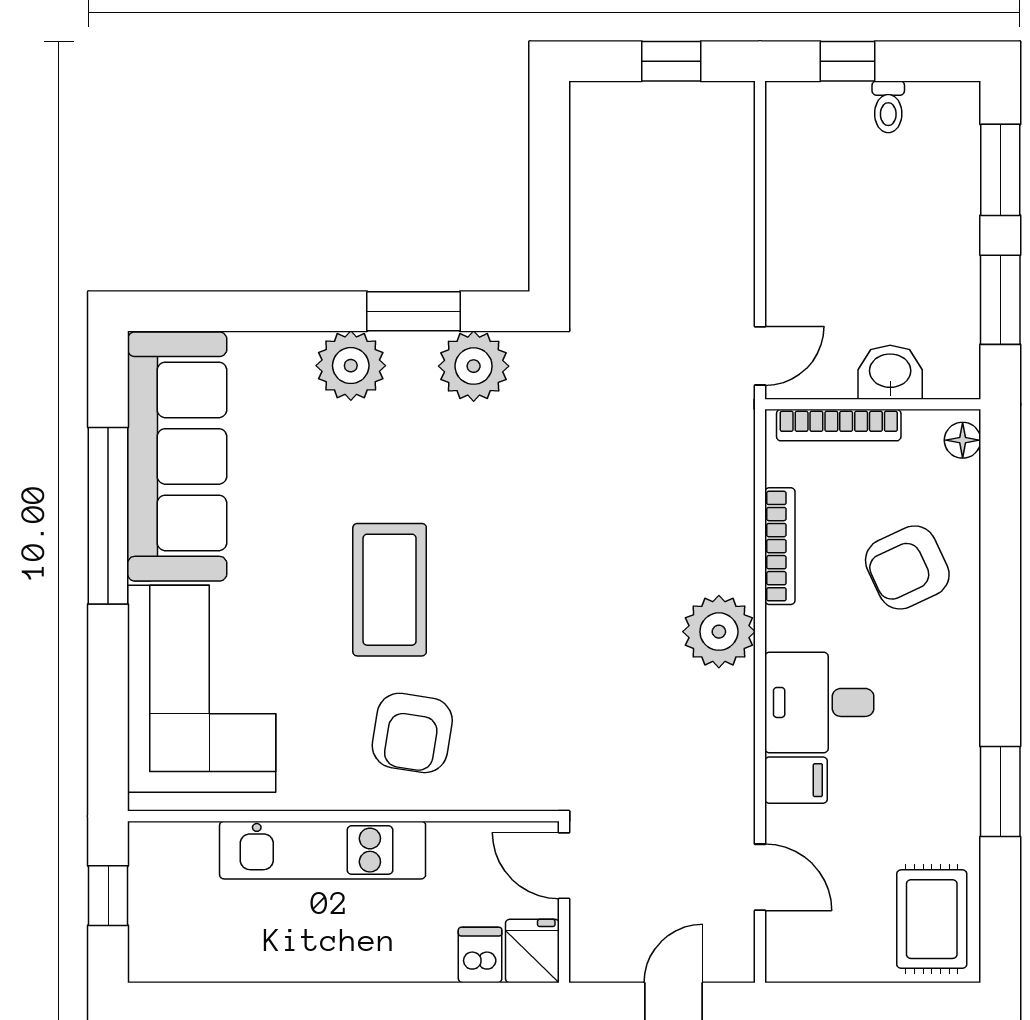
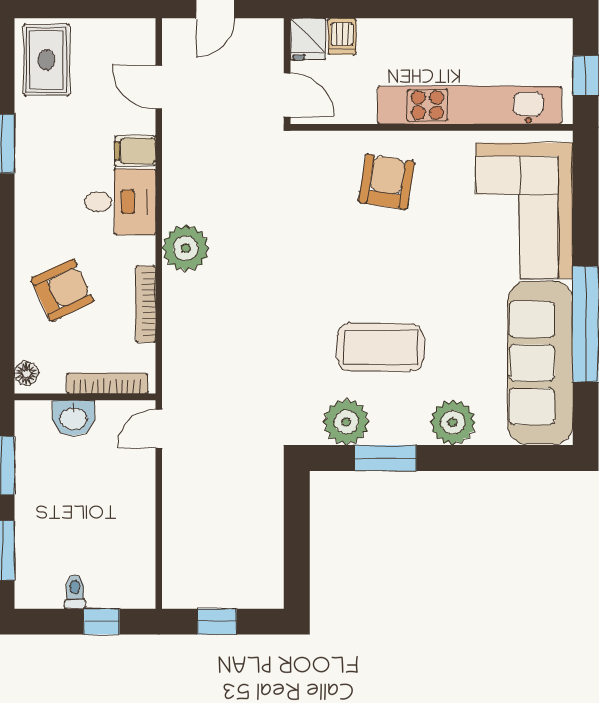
plant: (351, 366) -> (453, 422), moved
coffee table: (390, 590) -> (380, 347), moved, turned 90
kitchen unit: (323, 850) -> (470, 105), width x1.36

